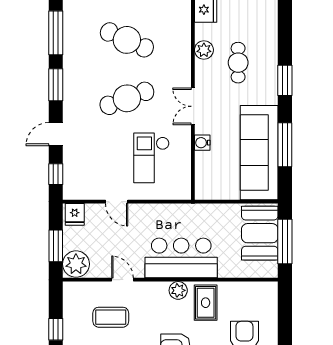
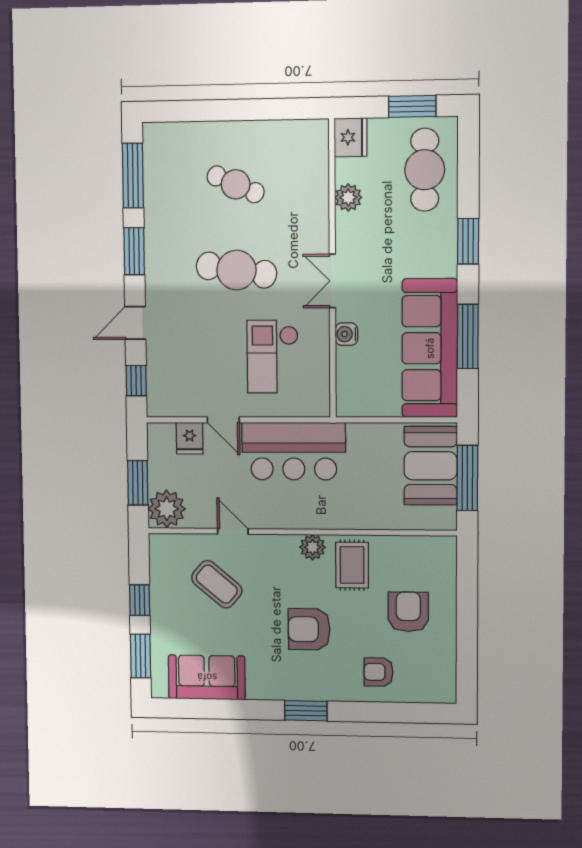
cafe table: (127, 40) -> (236, 184), width x0.73, depth x0.74
cafe table: (238, 63) -> (425, 170), moved, width x1.37, depth x1.35
cafe table: (127, 98) -> (236, 270), turned 30
fridge: (75, 214) -> (190, 438), moved
bar counter: (181, 258) -> (294, 451), moved, turned 180
coffee table: (111, 317) -> (217, 584), turned 40

